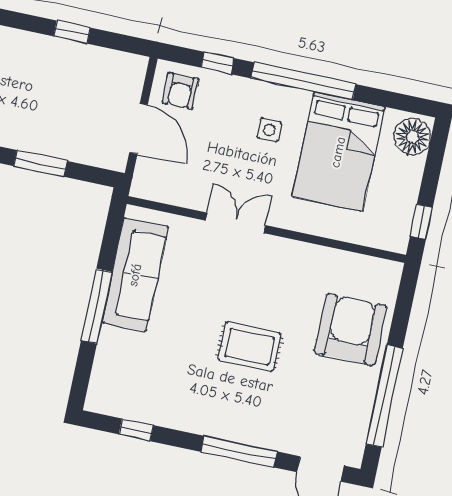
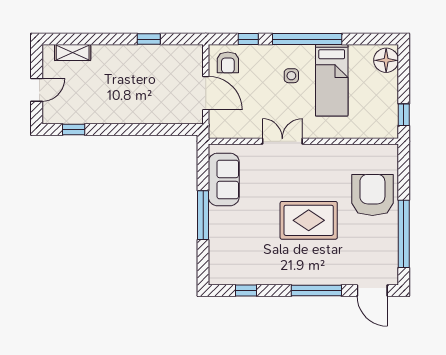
bed: (338, 152) -> (332, 80), width x0.67
window: (40, 163) -> (146, 129), removed
sofa: (135, 275) -> (224, 179), width x0.73
rug: (249, 347) -> (309, 220), width x1.36, depth x1.43

